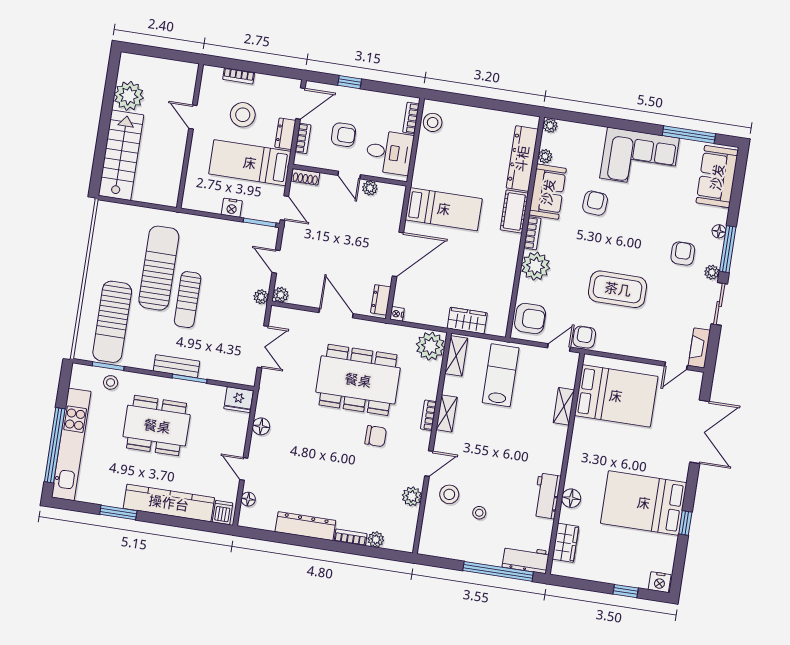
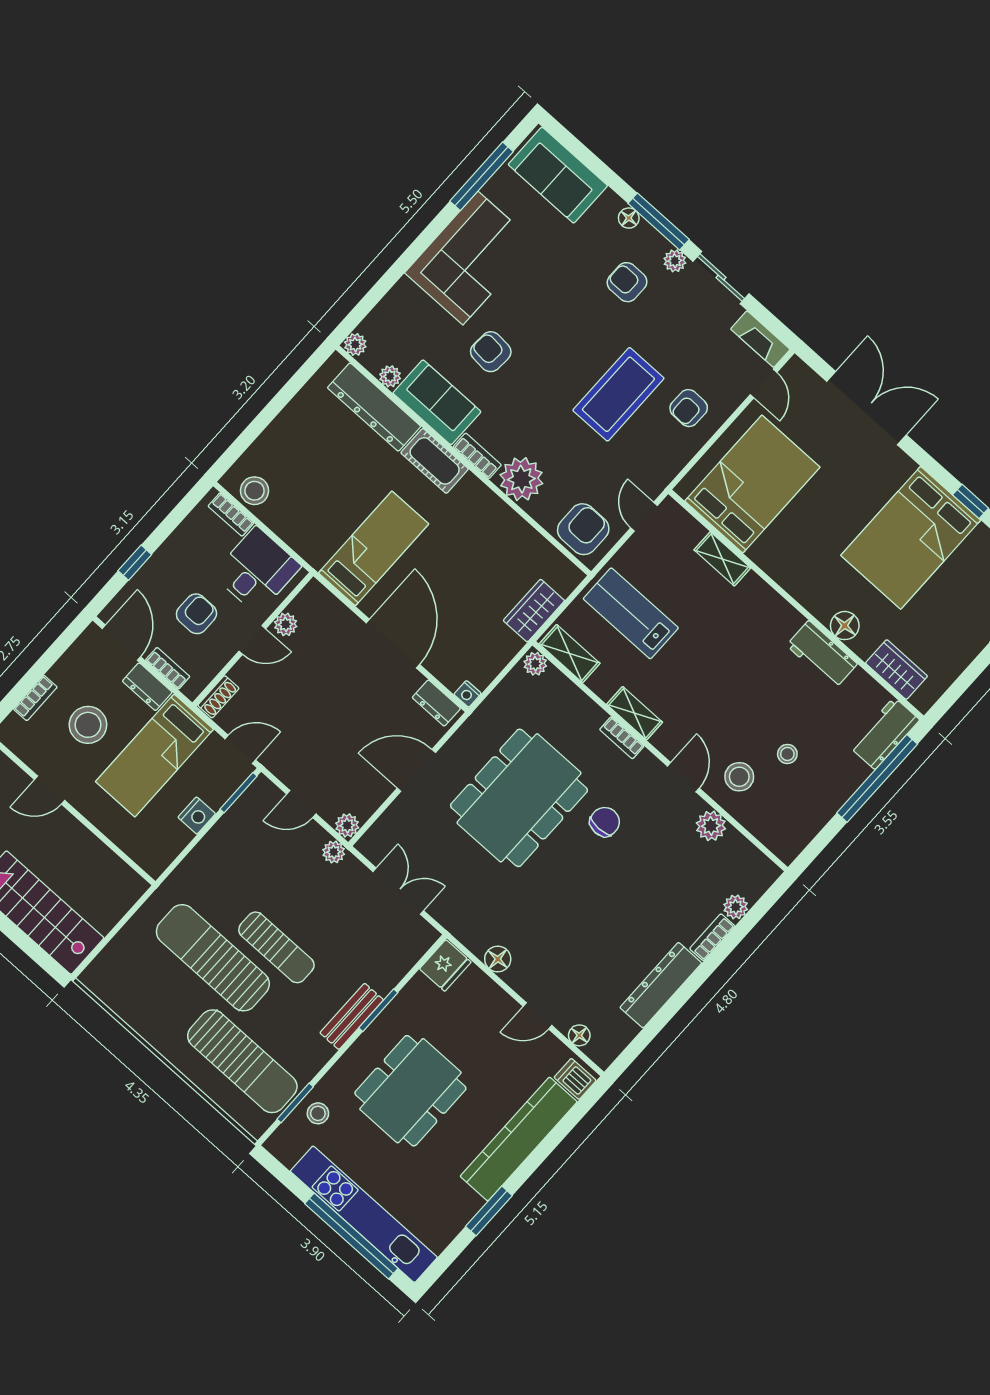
armchair: (584, 337) -> (689, 408), moved, turned -89
plant: (430, 346) -> (535, 664), width x0.53, depth x0.53

